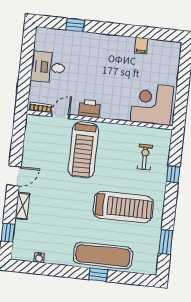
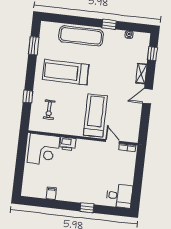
window: (75, 25) -> (87, 208), moved
desk: (48, 67) -> (119, 196), moved
printer: (90, 109) -> (68, 144), moved
door: (60, 116) -> (112, 141), swing flipped
window: (98, 275) -> (109, 24), moved

